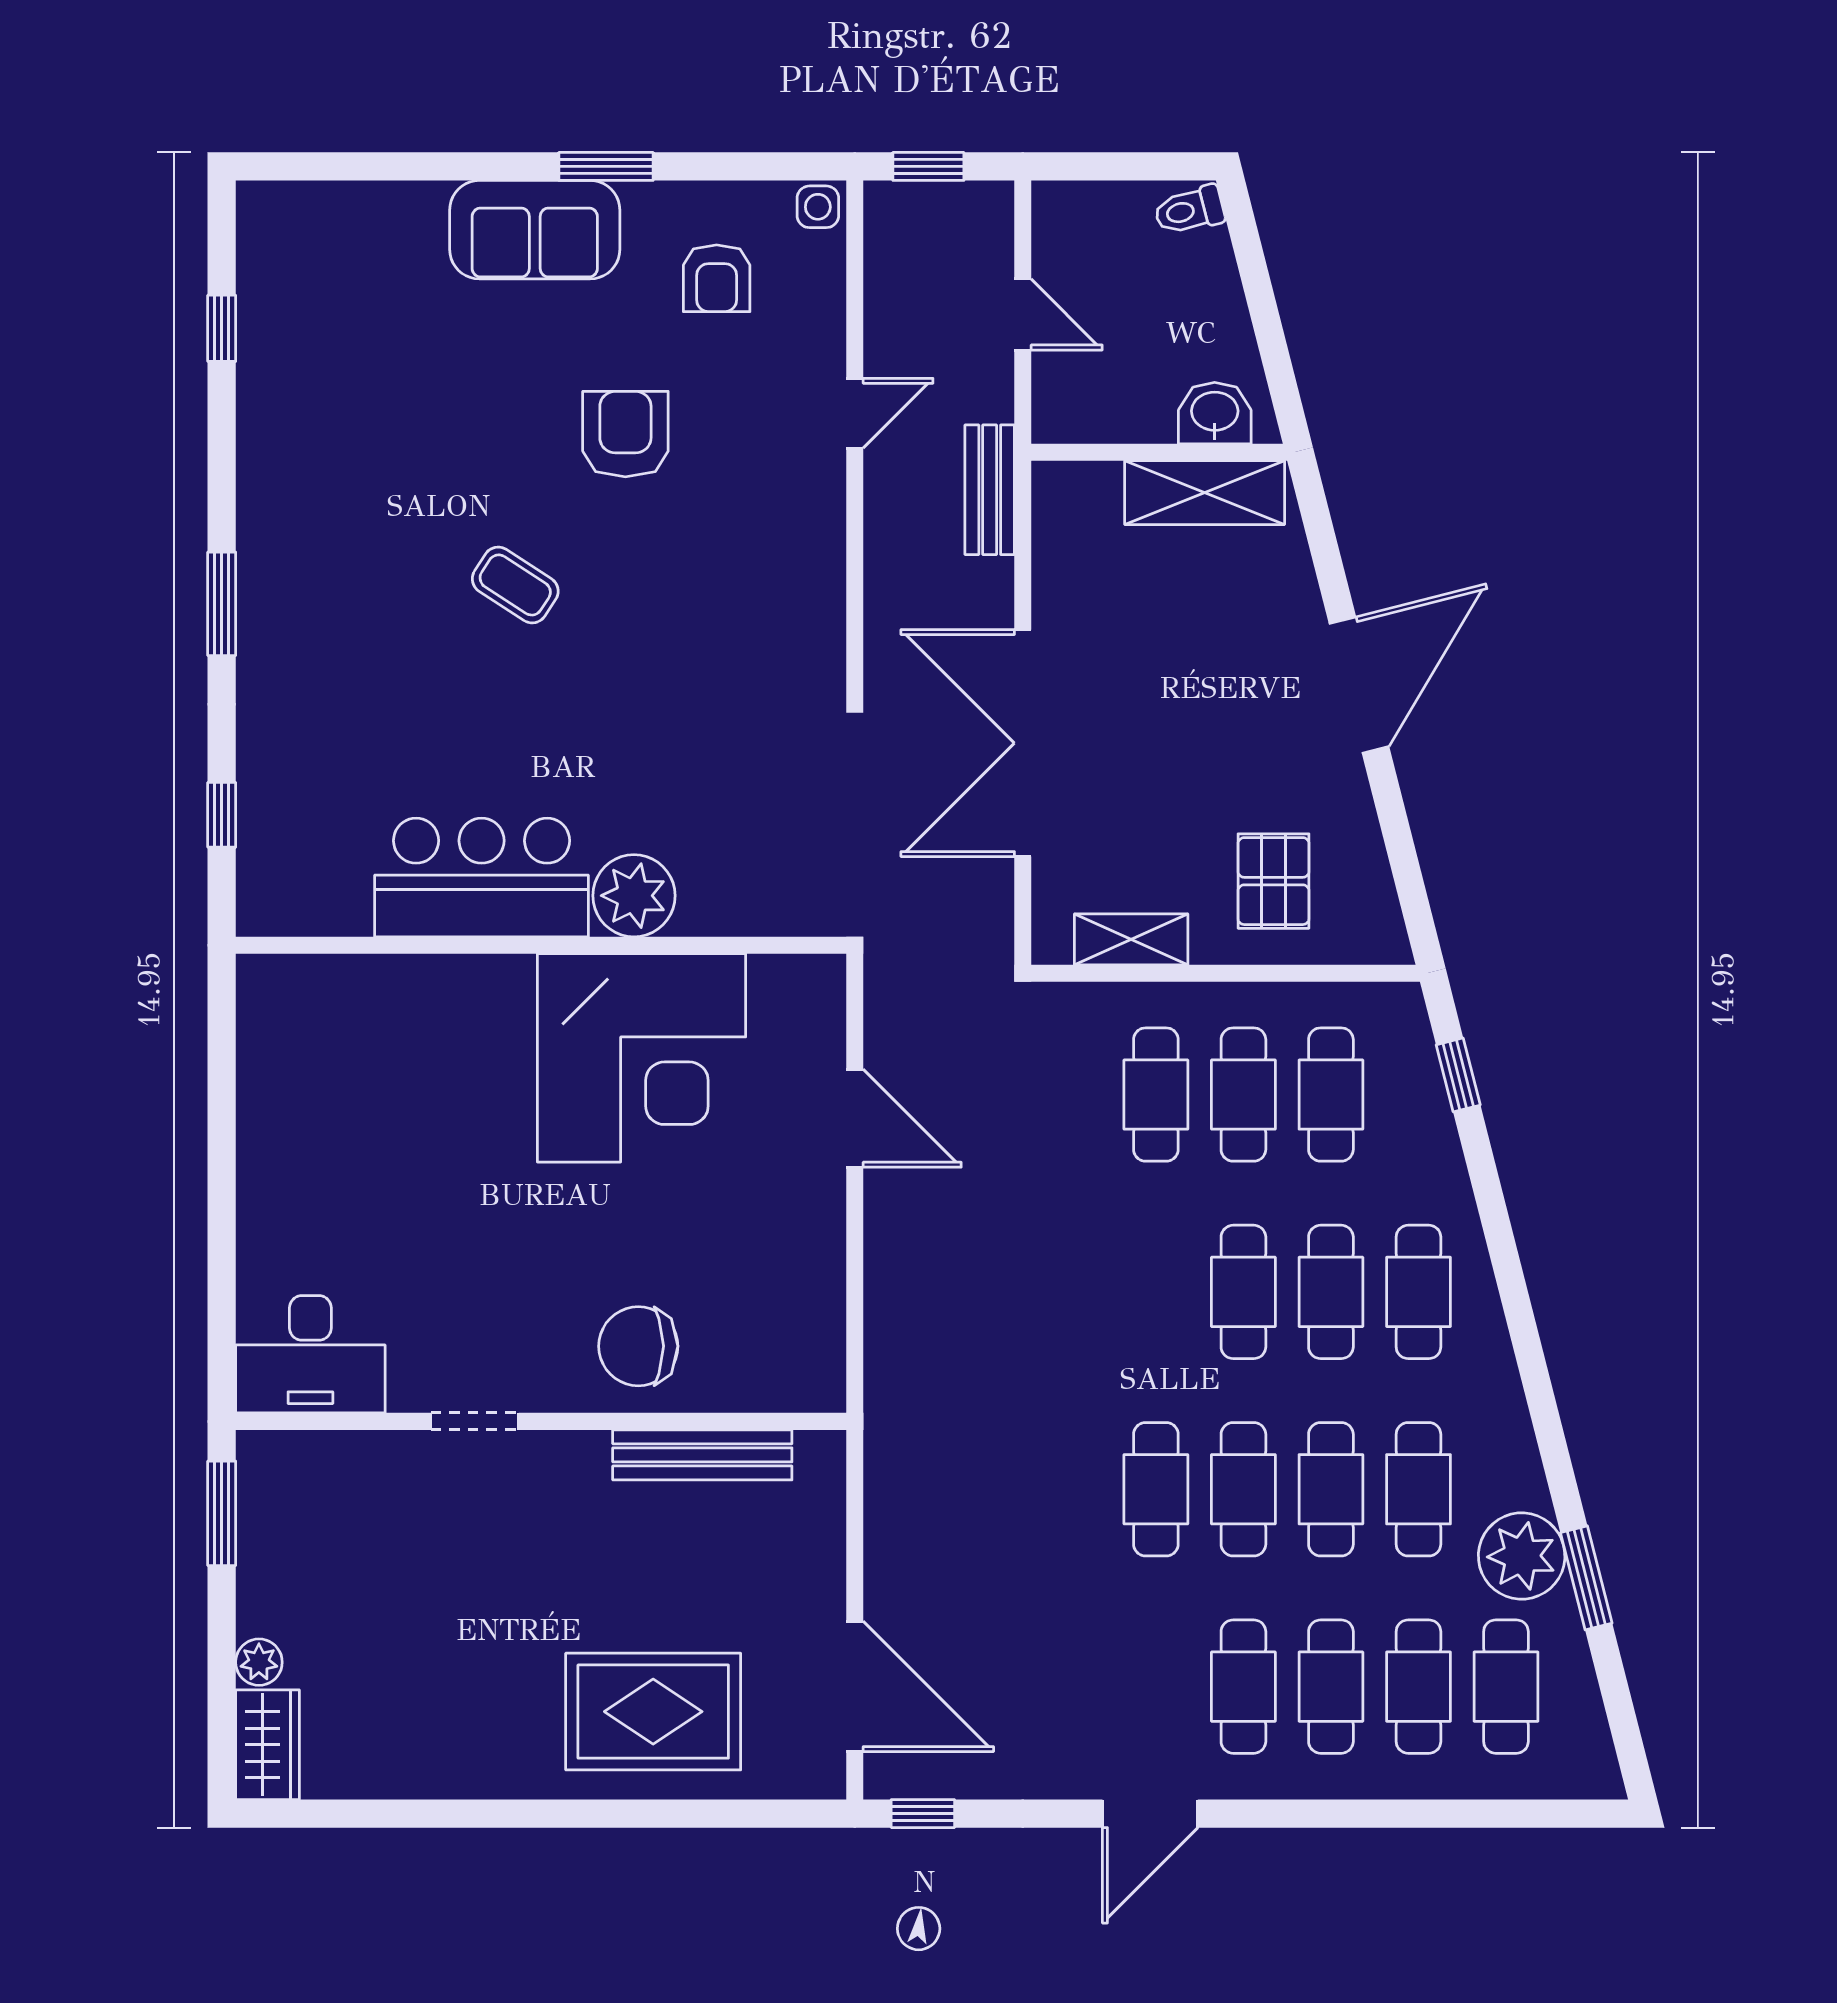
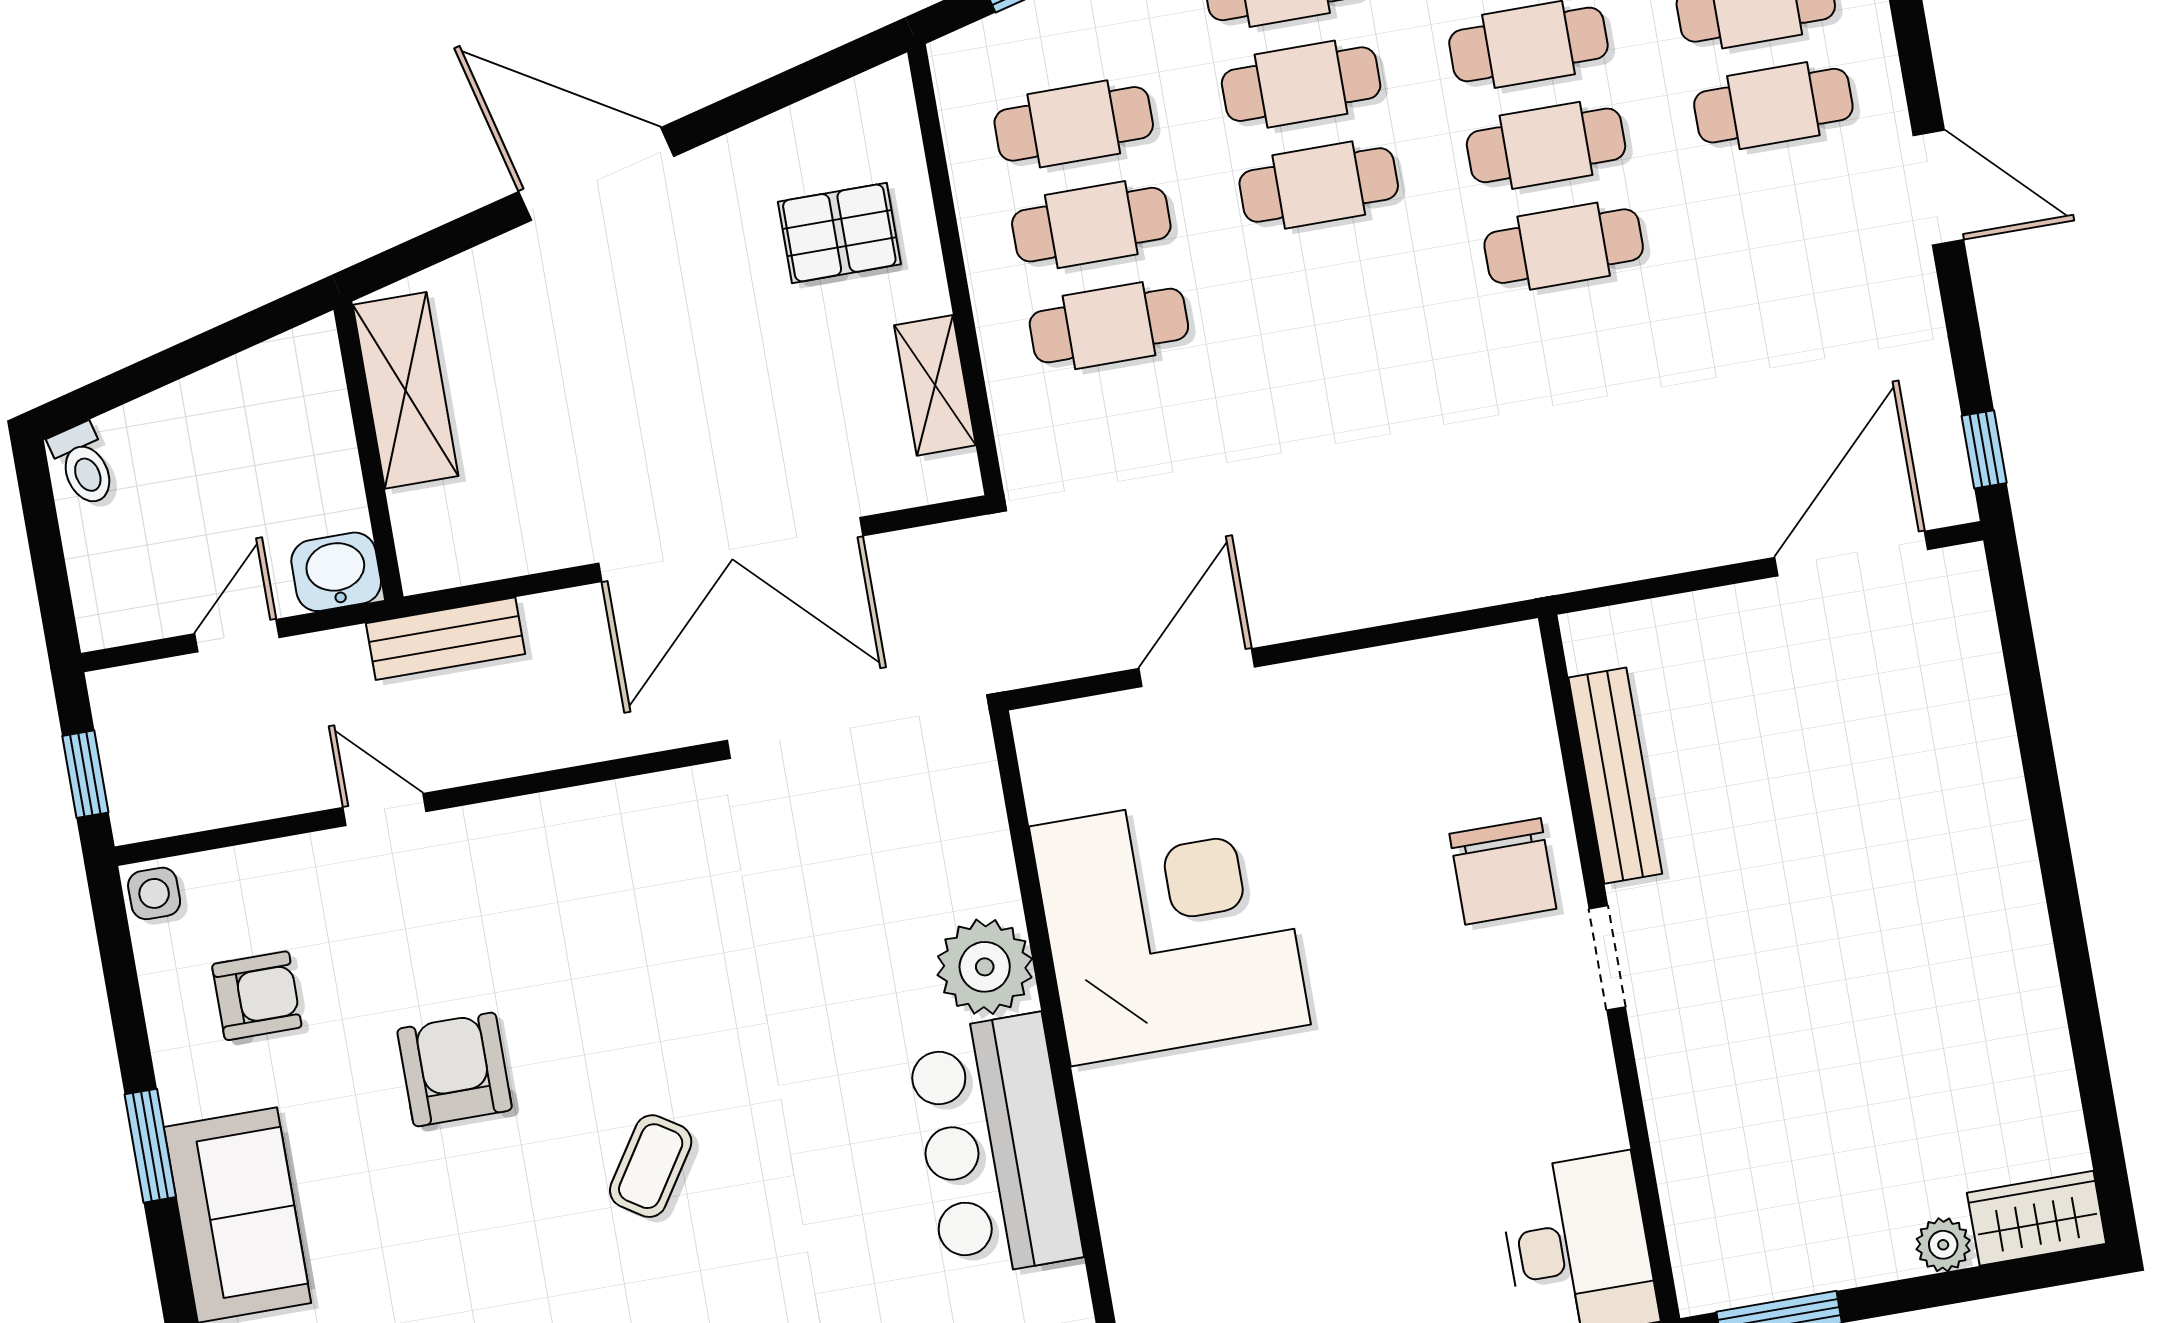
washbasin: (1215, 413) -> (336, 572), moved, turned 90
armchair: (625, 434) -> (455, 1069), turned 90
doorway: (475, 1421) -> (1607, 958), moved
rug: (653, 1712) -> (1921, 781), removed

